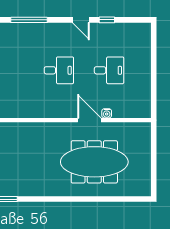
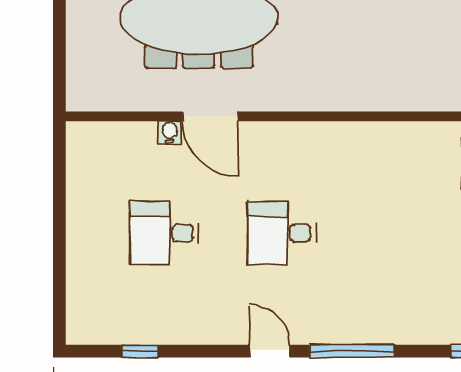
door: (81, 20) -> (270, 351), moved
window: (107, 20) -> (140, 351), moved

